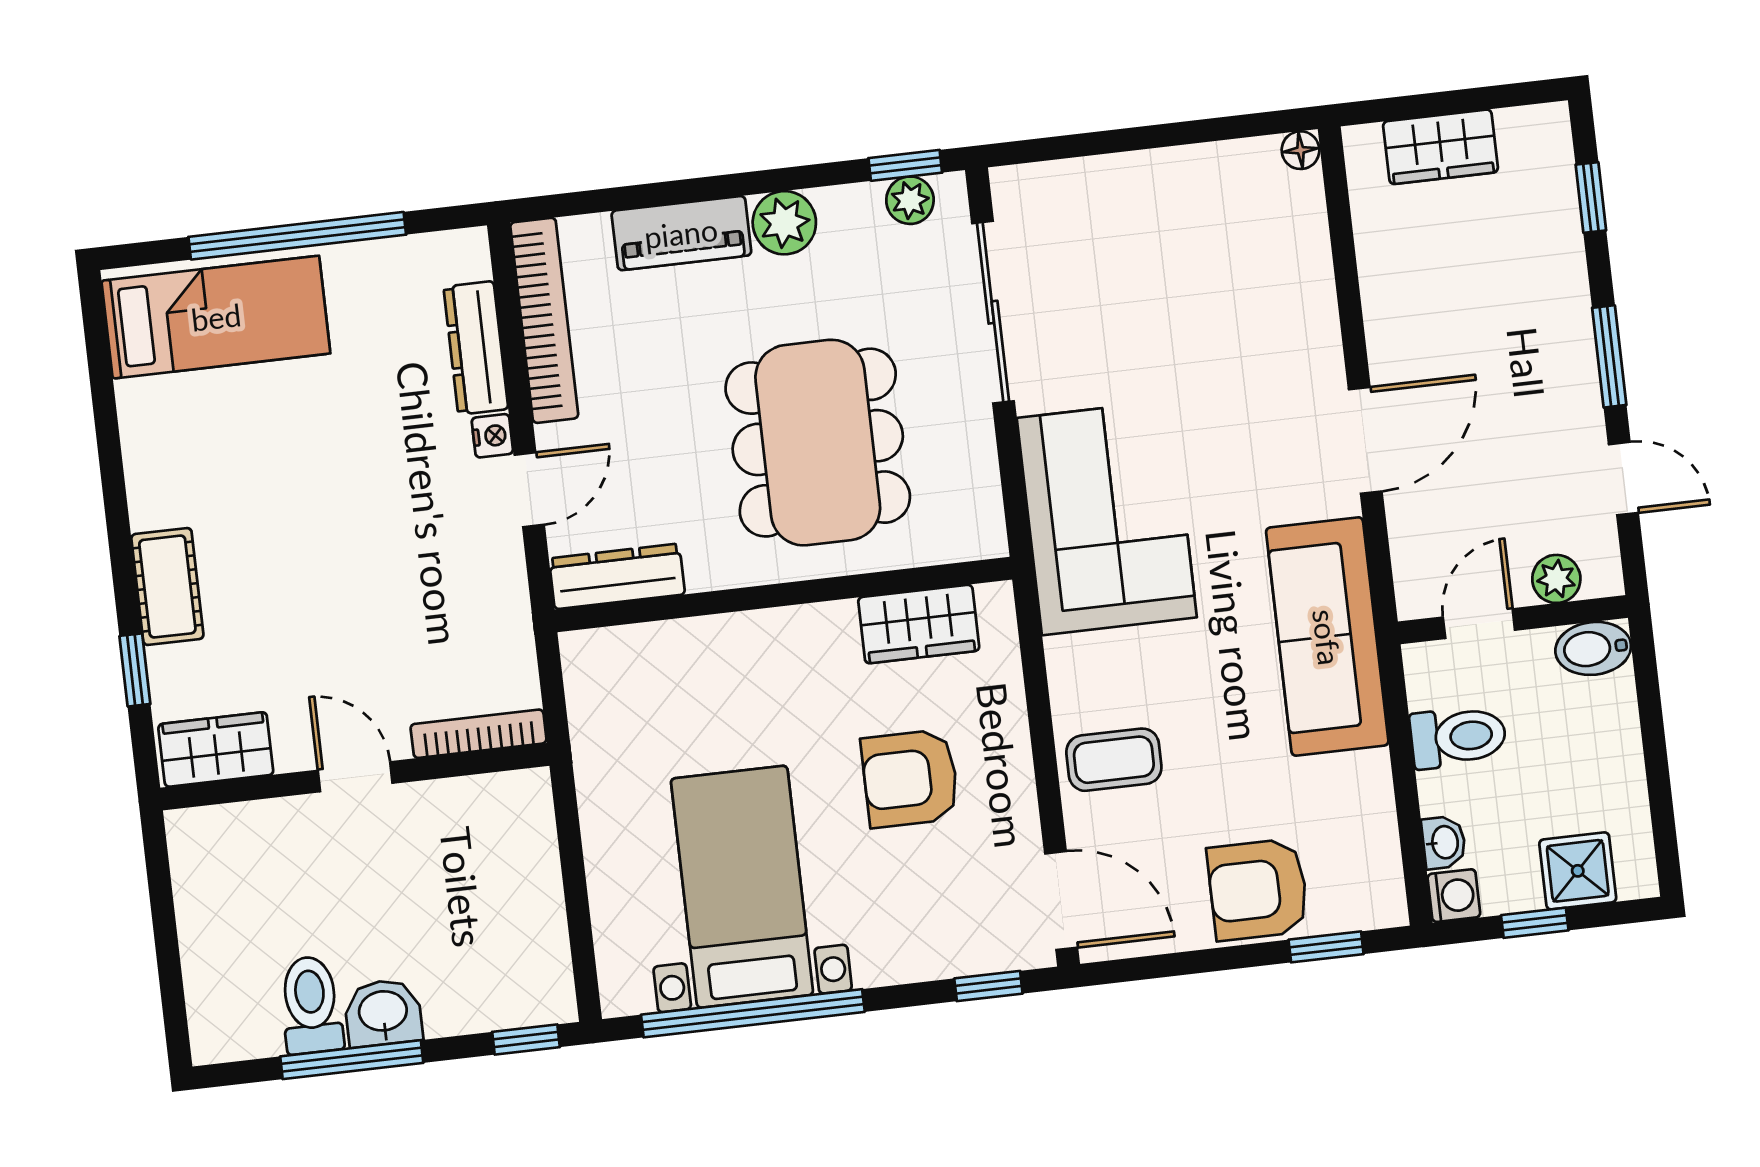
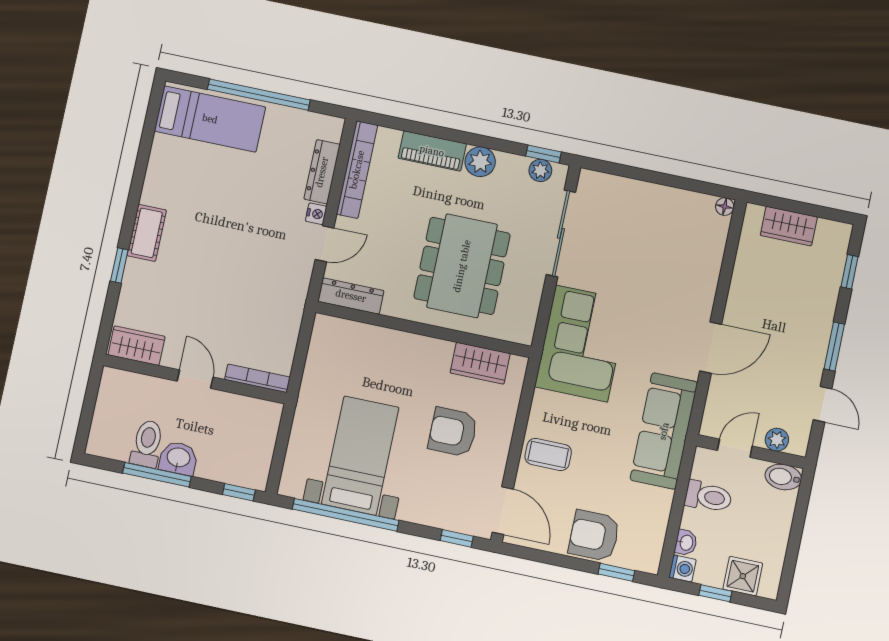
bookcase: (479, 734) -> (257, 378), moved
wardrobe: (216, 749) -> (137, 346), moved
door: (355, 777) -> (195, 379), moved
wall: (355, 777) -> (195, 379), moved

